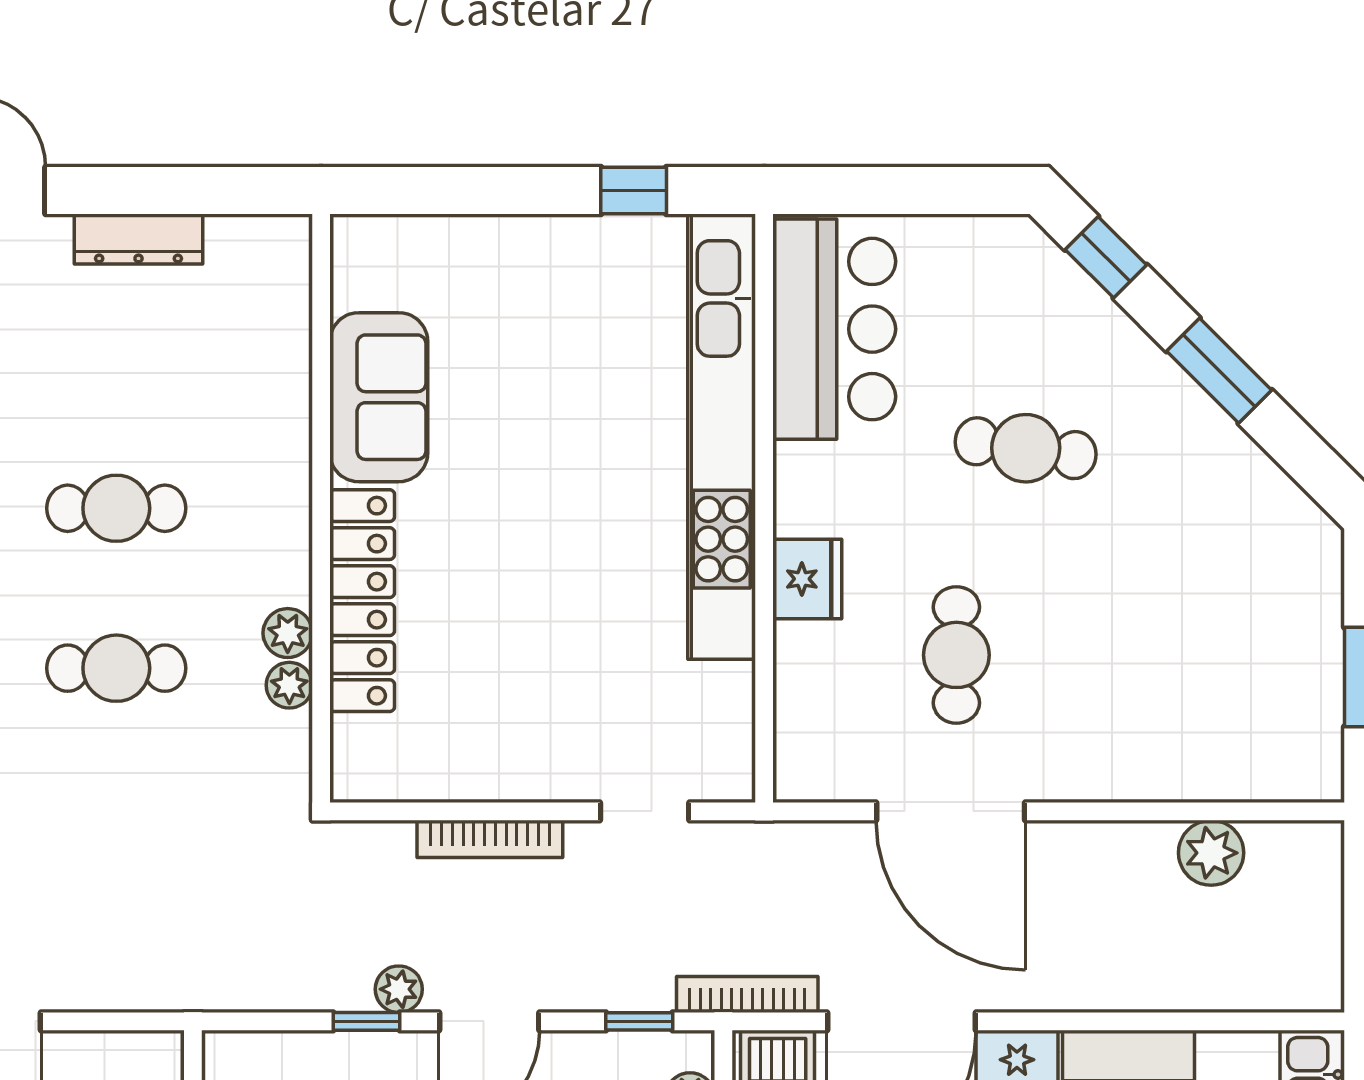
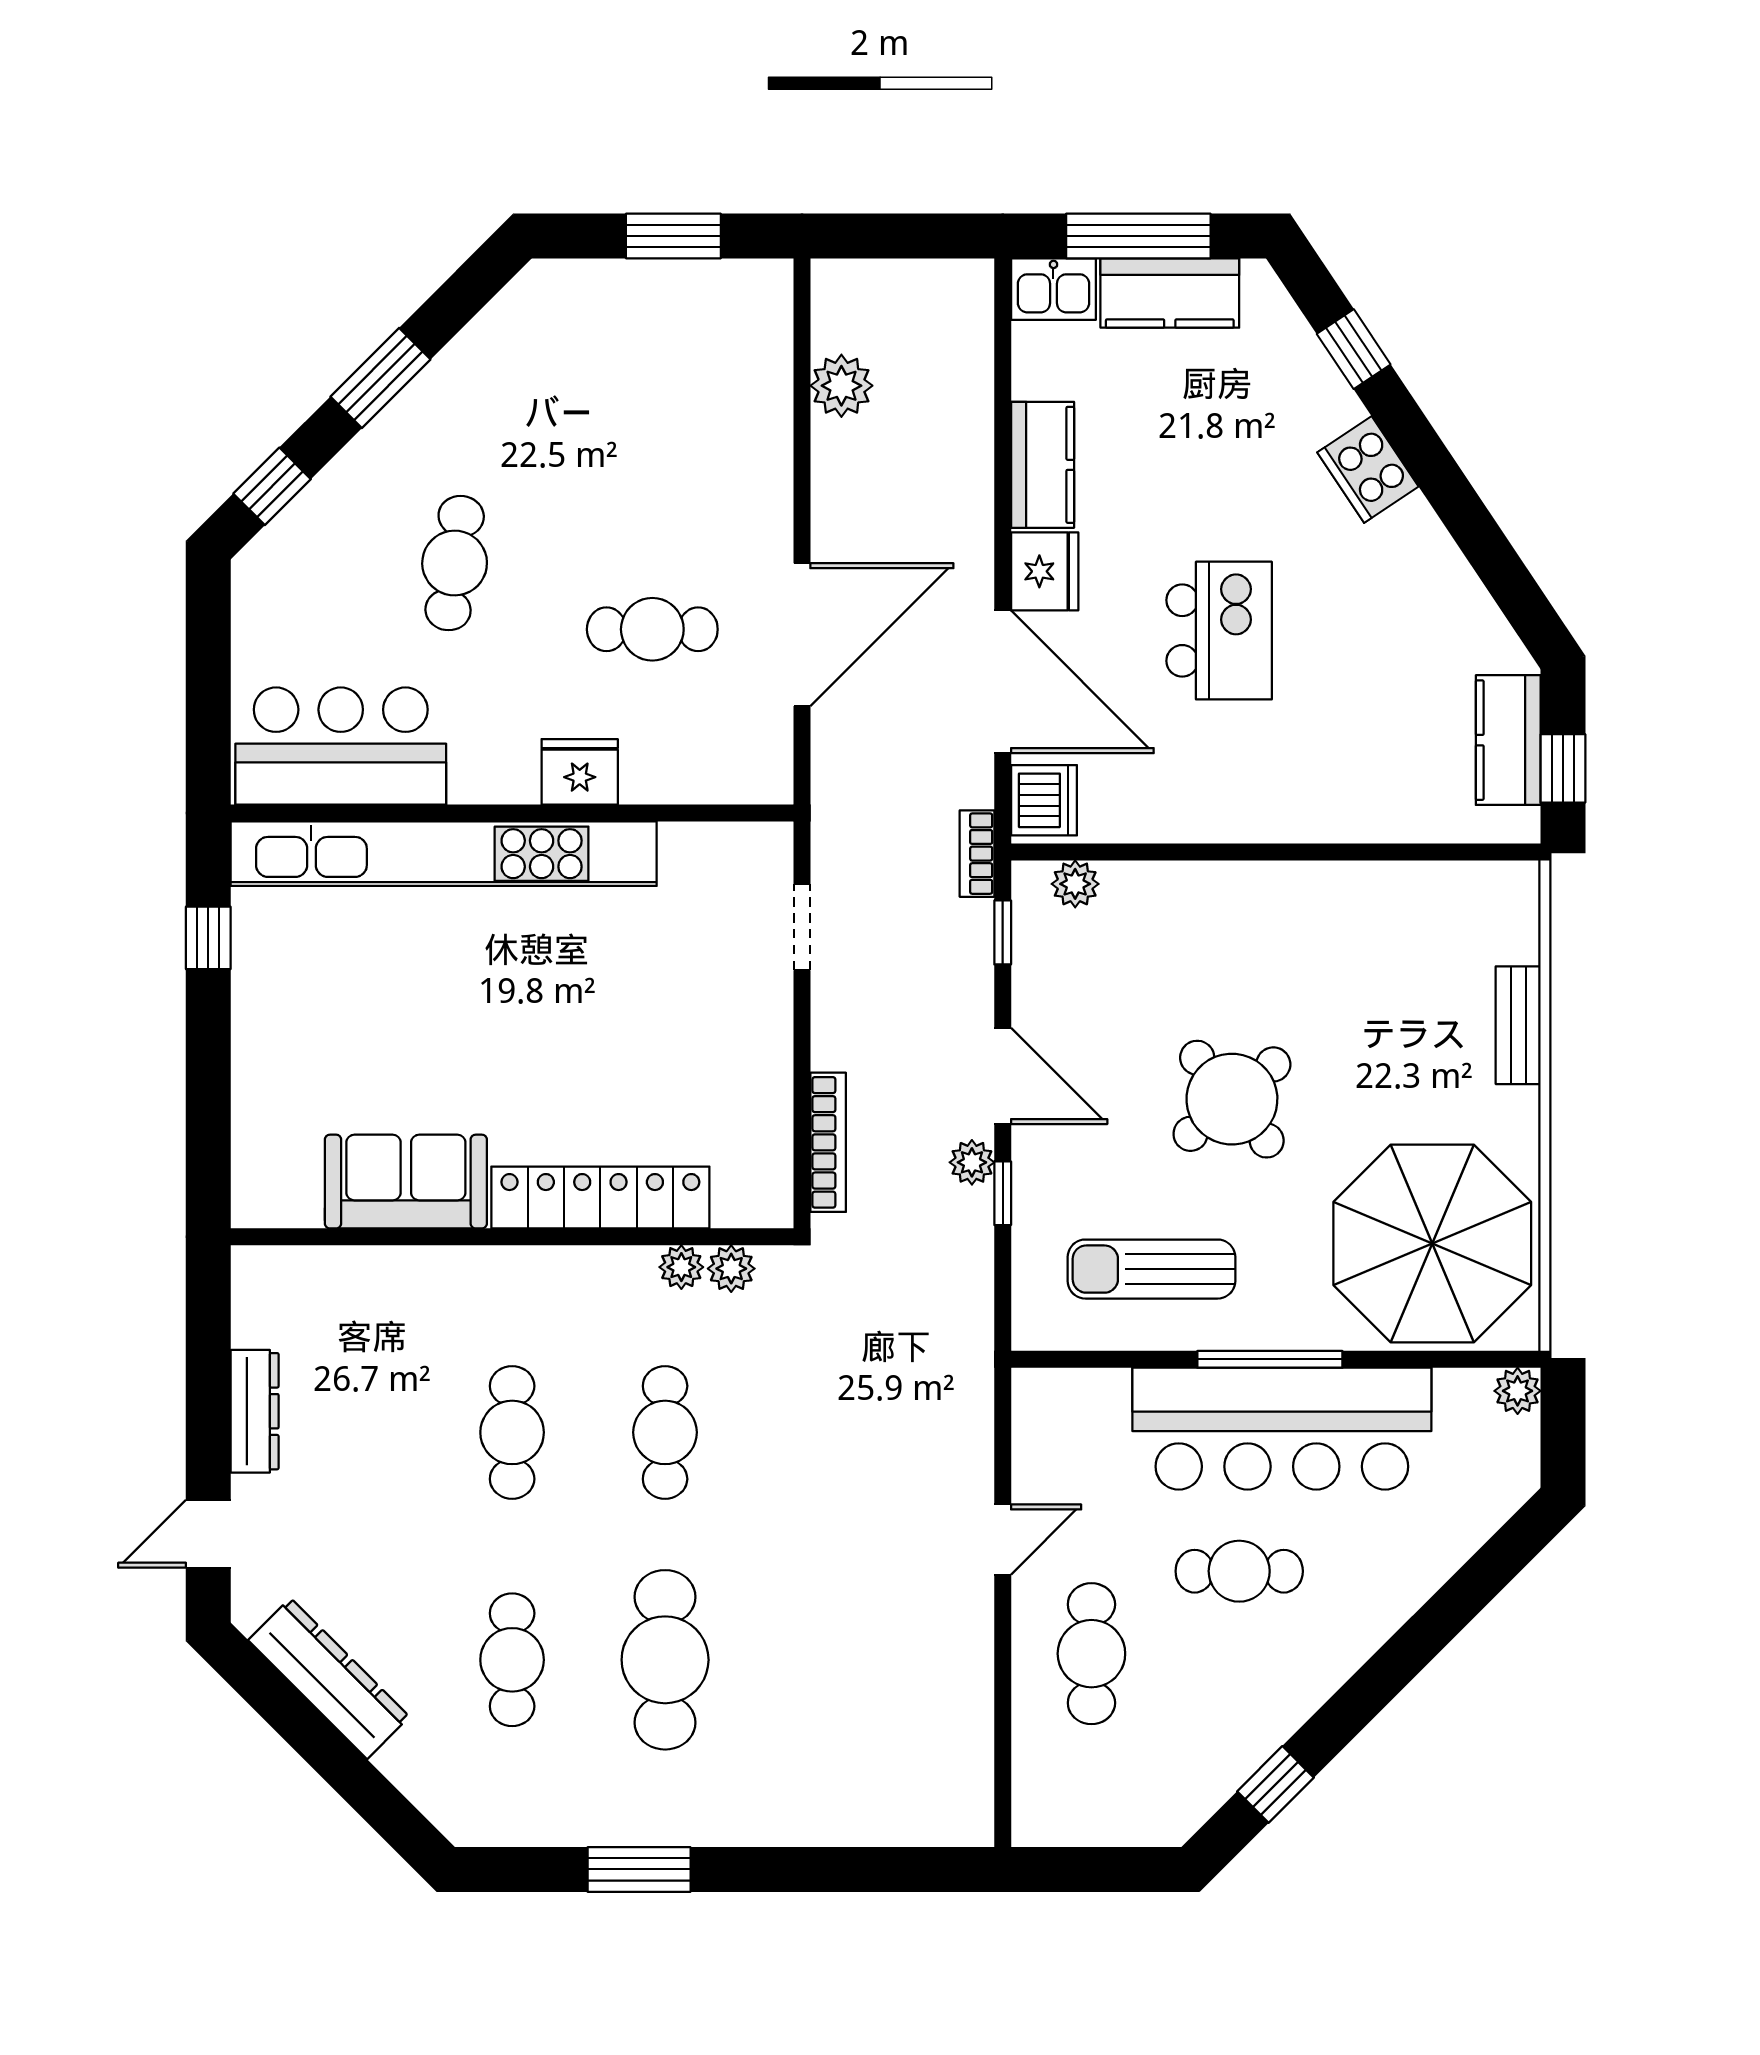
plant: (288, 633) -> (731, 1269), moved
bookcase: (490, 839) -> (828, 1142), moved
bookcase: (747, 995) -> (977, 854), width x0.64

